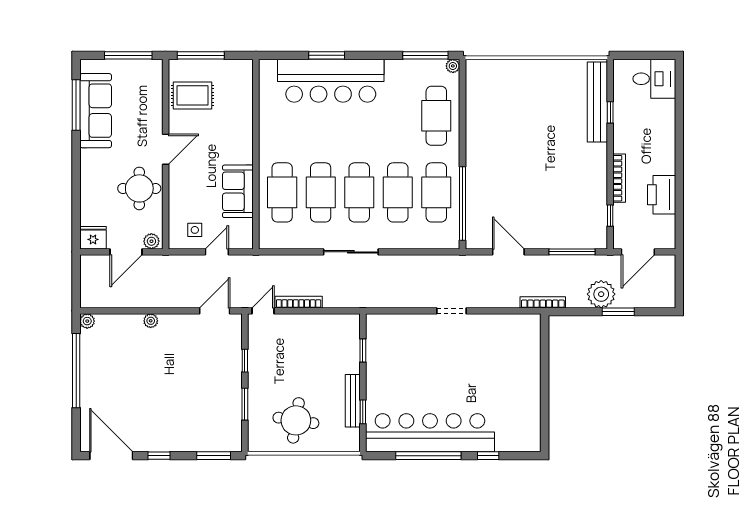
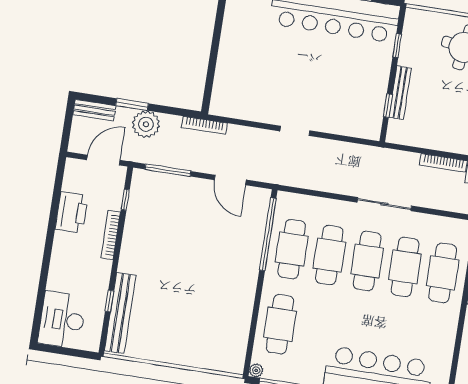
desk: (654, 79) -> (62, 320), width x1.37
bench: (655, 300) -> (94, 110), added
bench: (353, 401) -> (400, 93), moved

